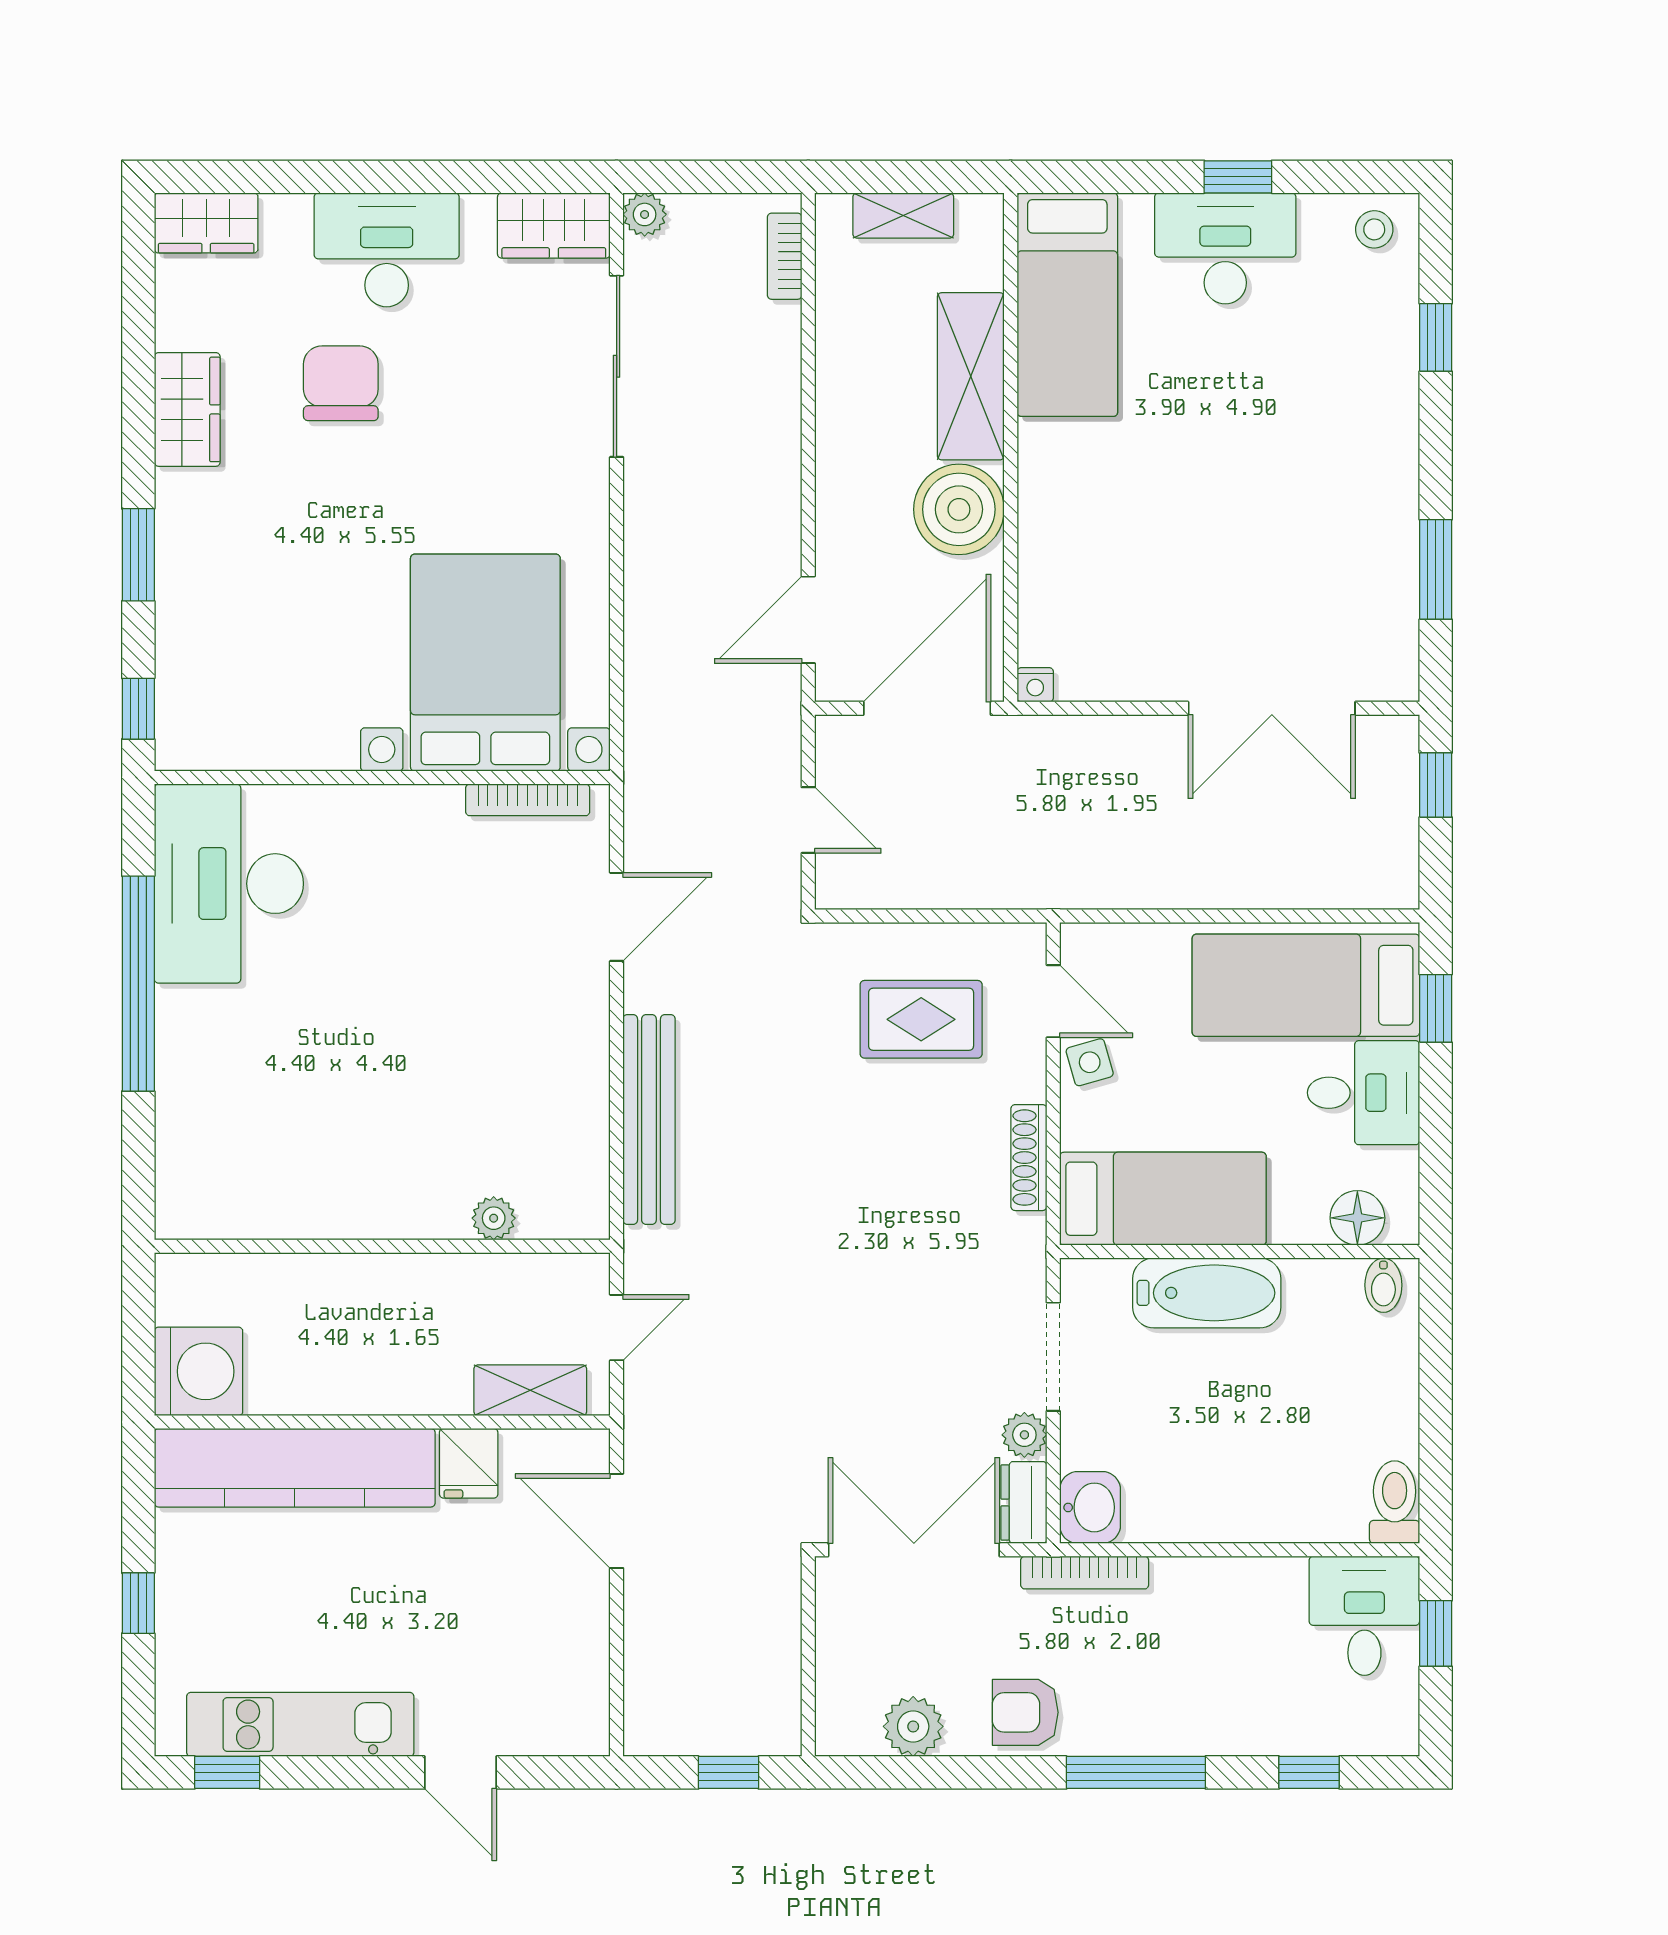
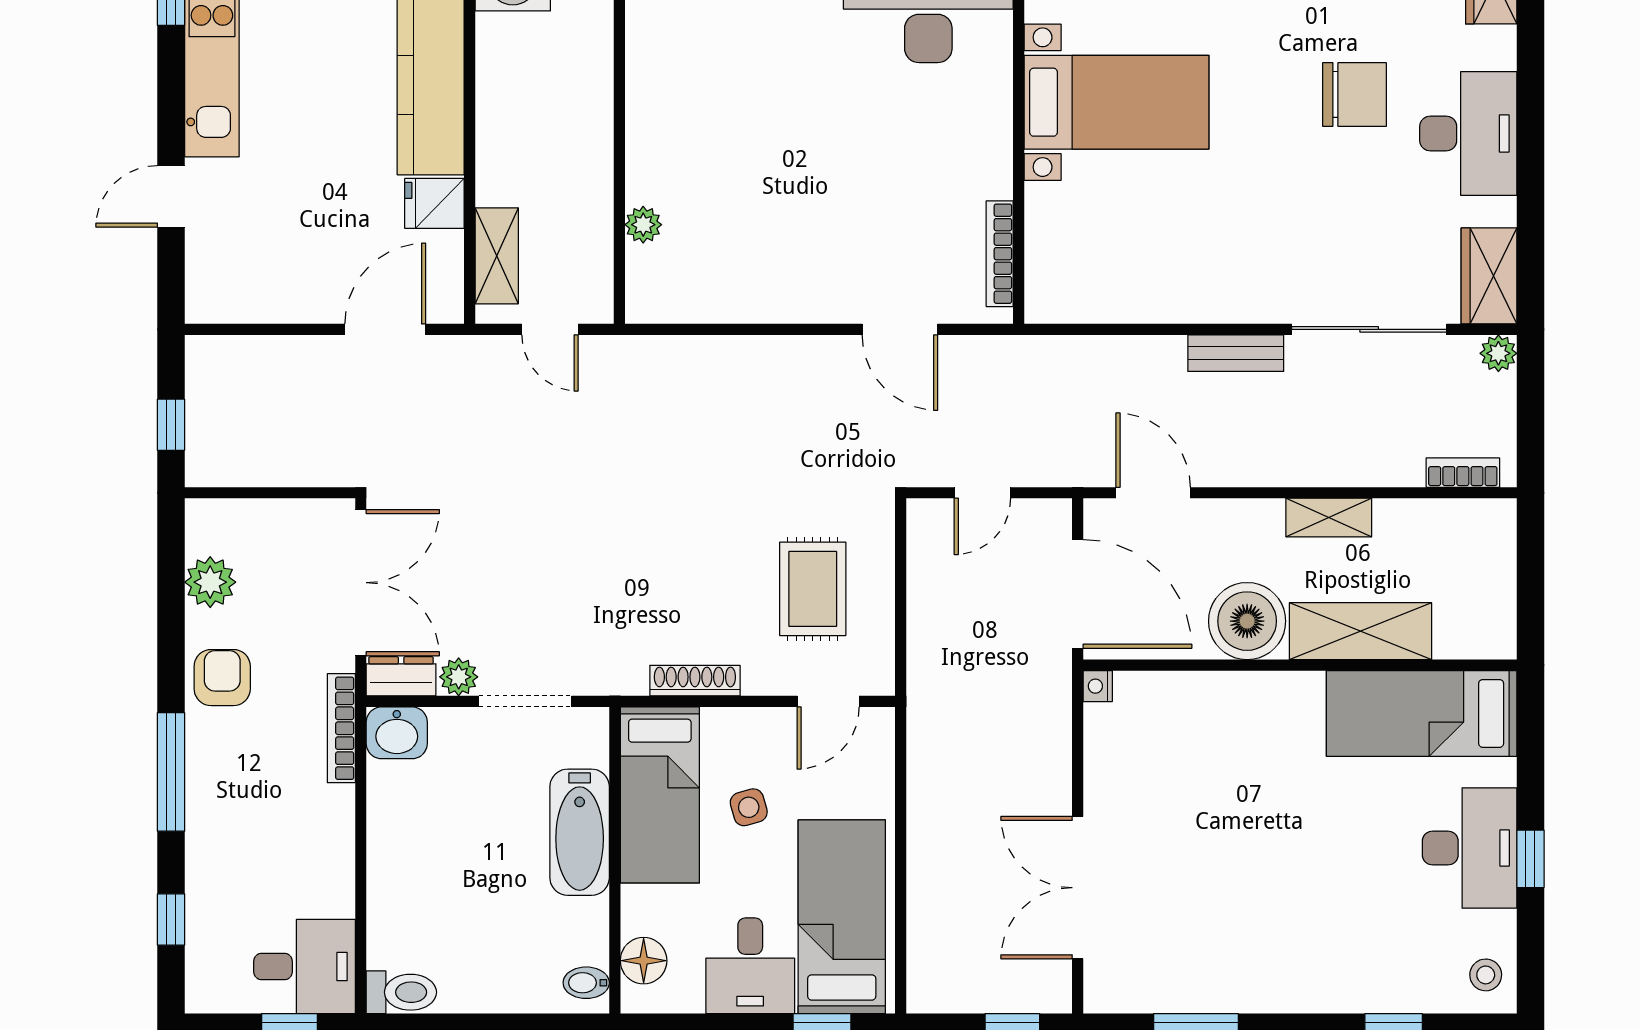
shelving: (903, 215) -> (1329, 517), moved, turned 90
bed with nightstands: (485, 663) -> (1117, 102), moved, width x0.73
side table: (1090, 1062) -> (749, 807), moved
bench: (649, 1119) -> (1236, 353), moved, width x0.54, depth x0.82

